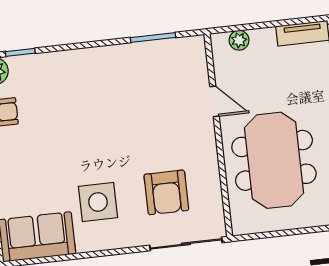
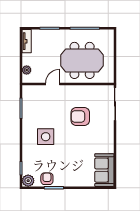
armchair: (166, 192) -> (80, 116), moved, turned 180
side table: (98, 202) -> (46, 137), moved

